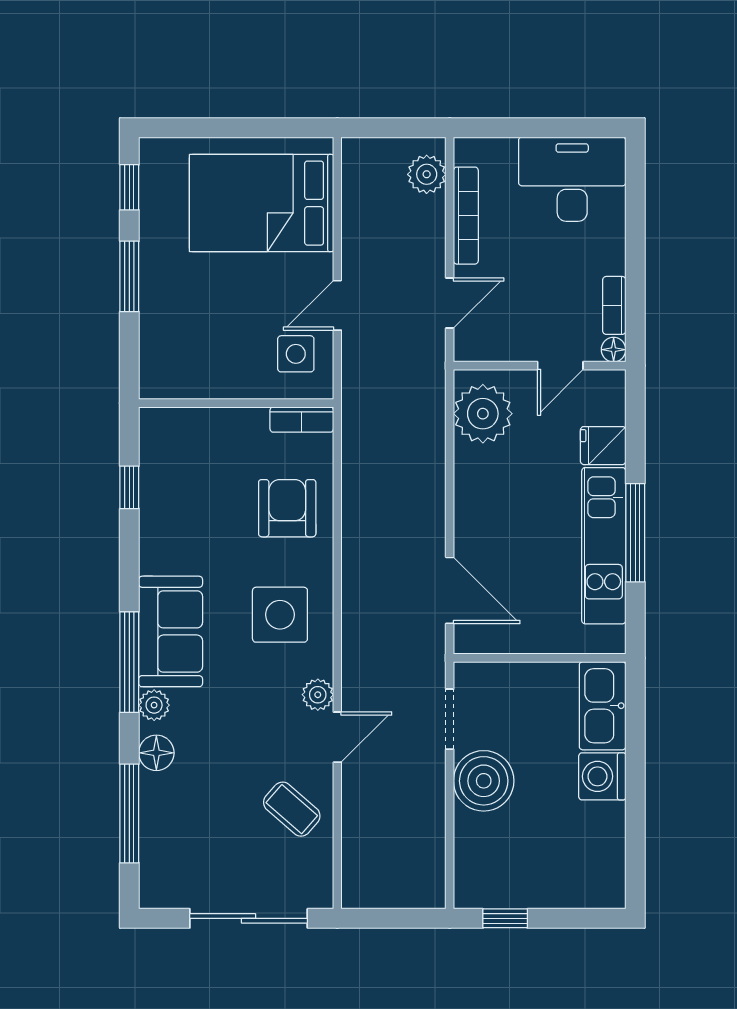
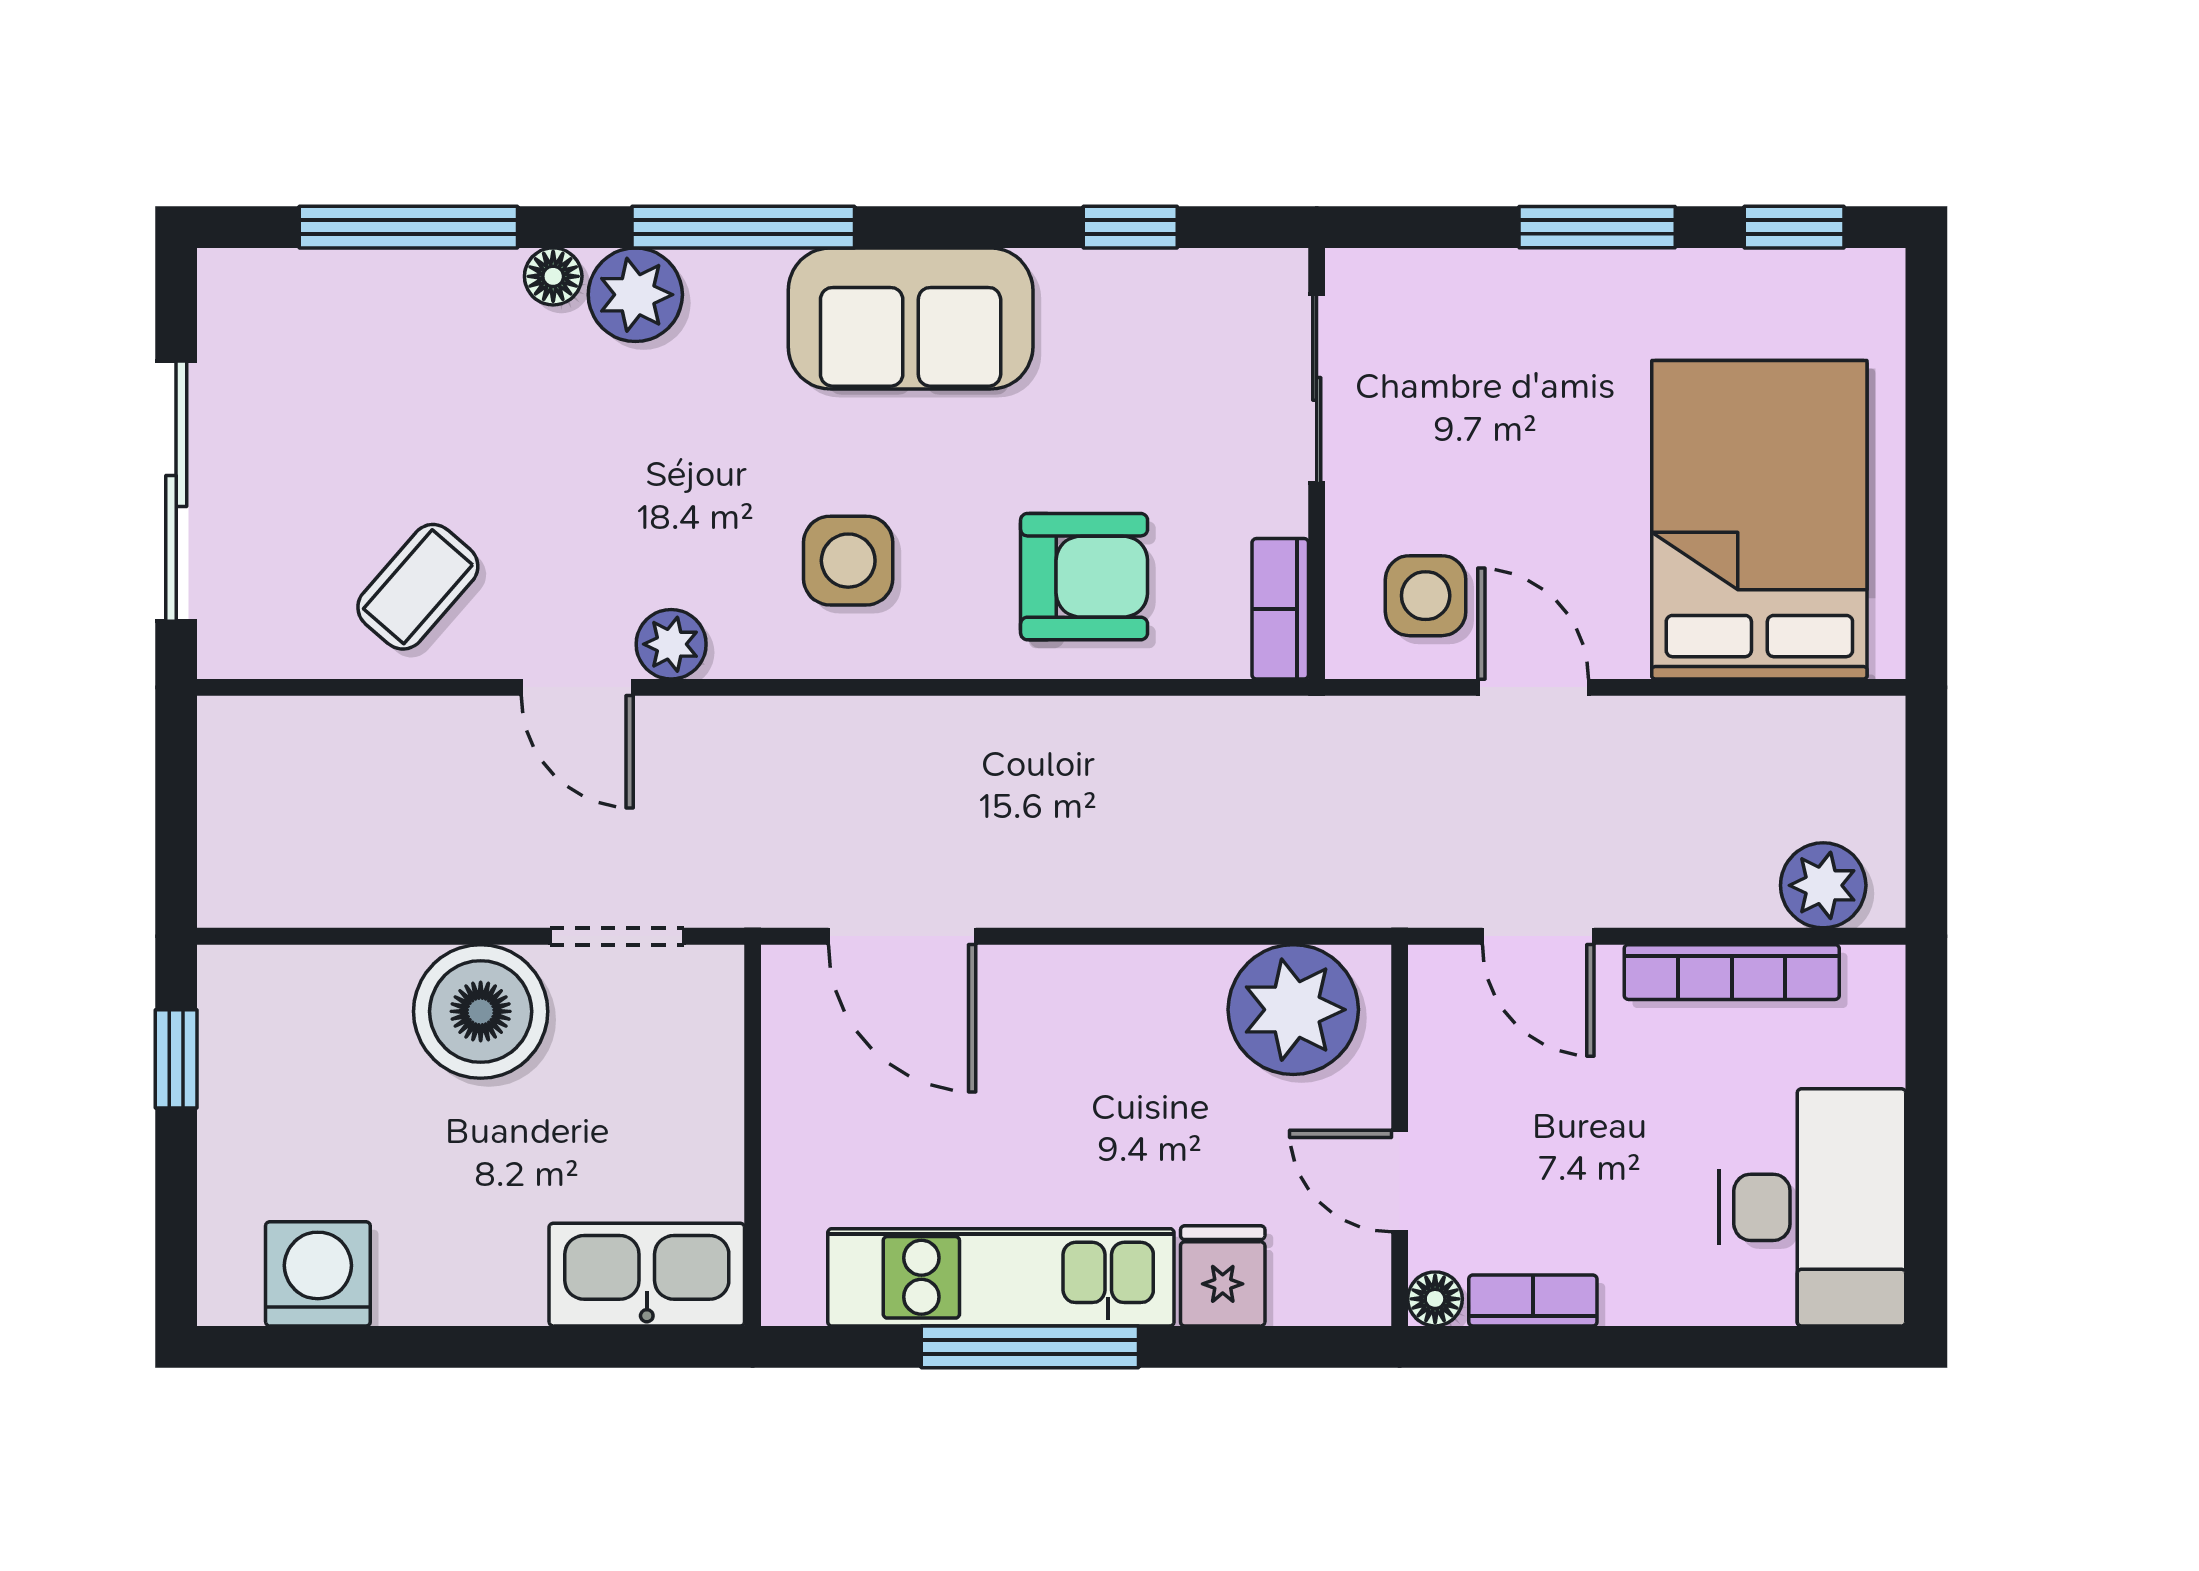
sliding door: (202, 403) -> (1317, 389), added
door: (450, 590) -> (902, 936), hinge flipped
side table: (280, 615) -> (848, 561), width x0.73, depth x0.73
sofa: (171, 631) -> (911, 318), moved
plant: (154, 705) -> (635, 295), width x1.38, depth x1.38
floor lamp: (156, 753) -> (553, 276), width x0.73, depth x0.73
washing machine: (602, 776) -> (318, 1274), moved

